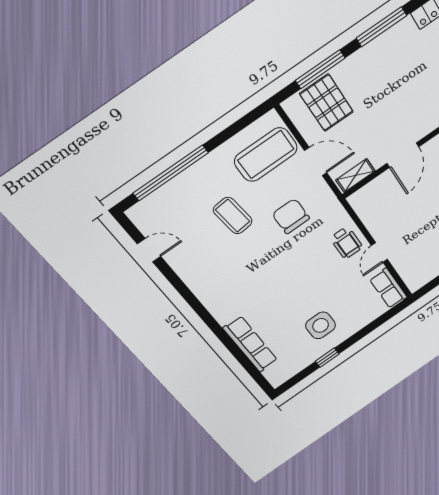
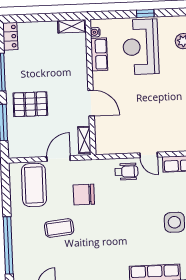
pallet: (327, 103) -> (30, 104), moved

